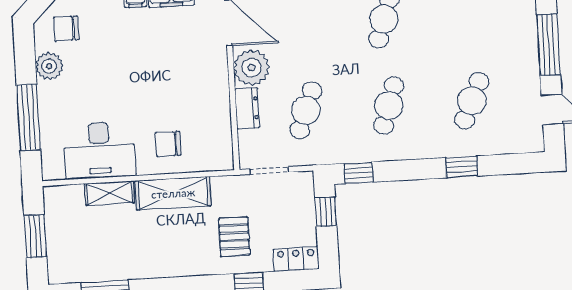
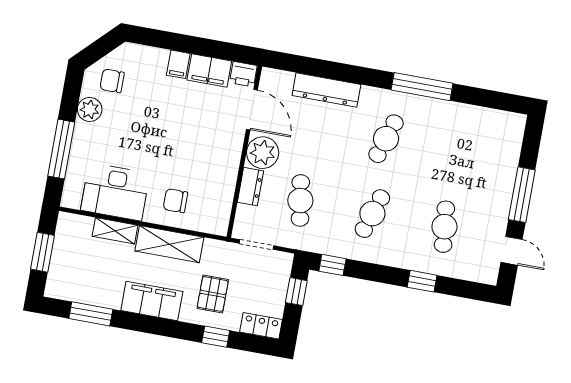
cafe table: (472, 101) -> (444, 227), turned -30
cafe table: (306, 110) -> (300, 200), turned -30
filing cabinet: (169, 261) -> (152, 301), added

